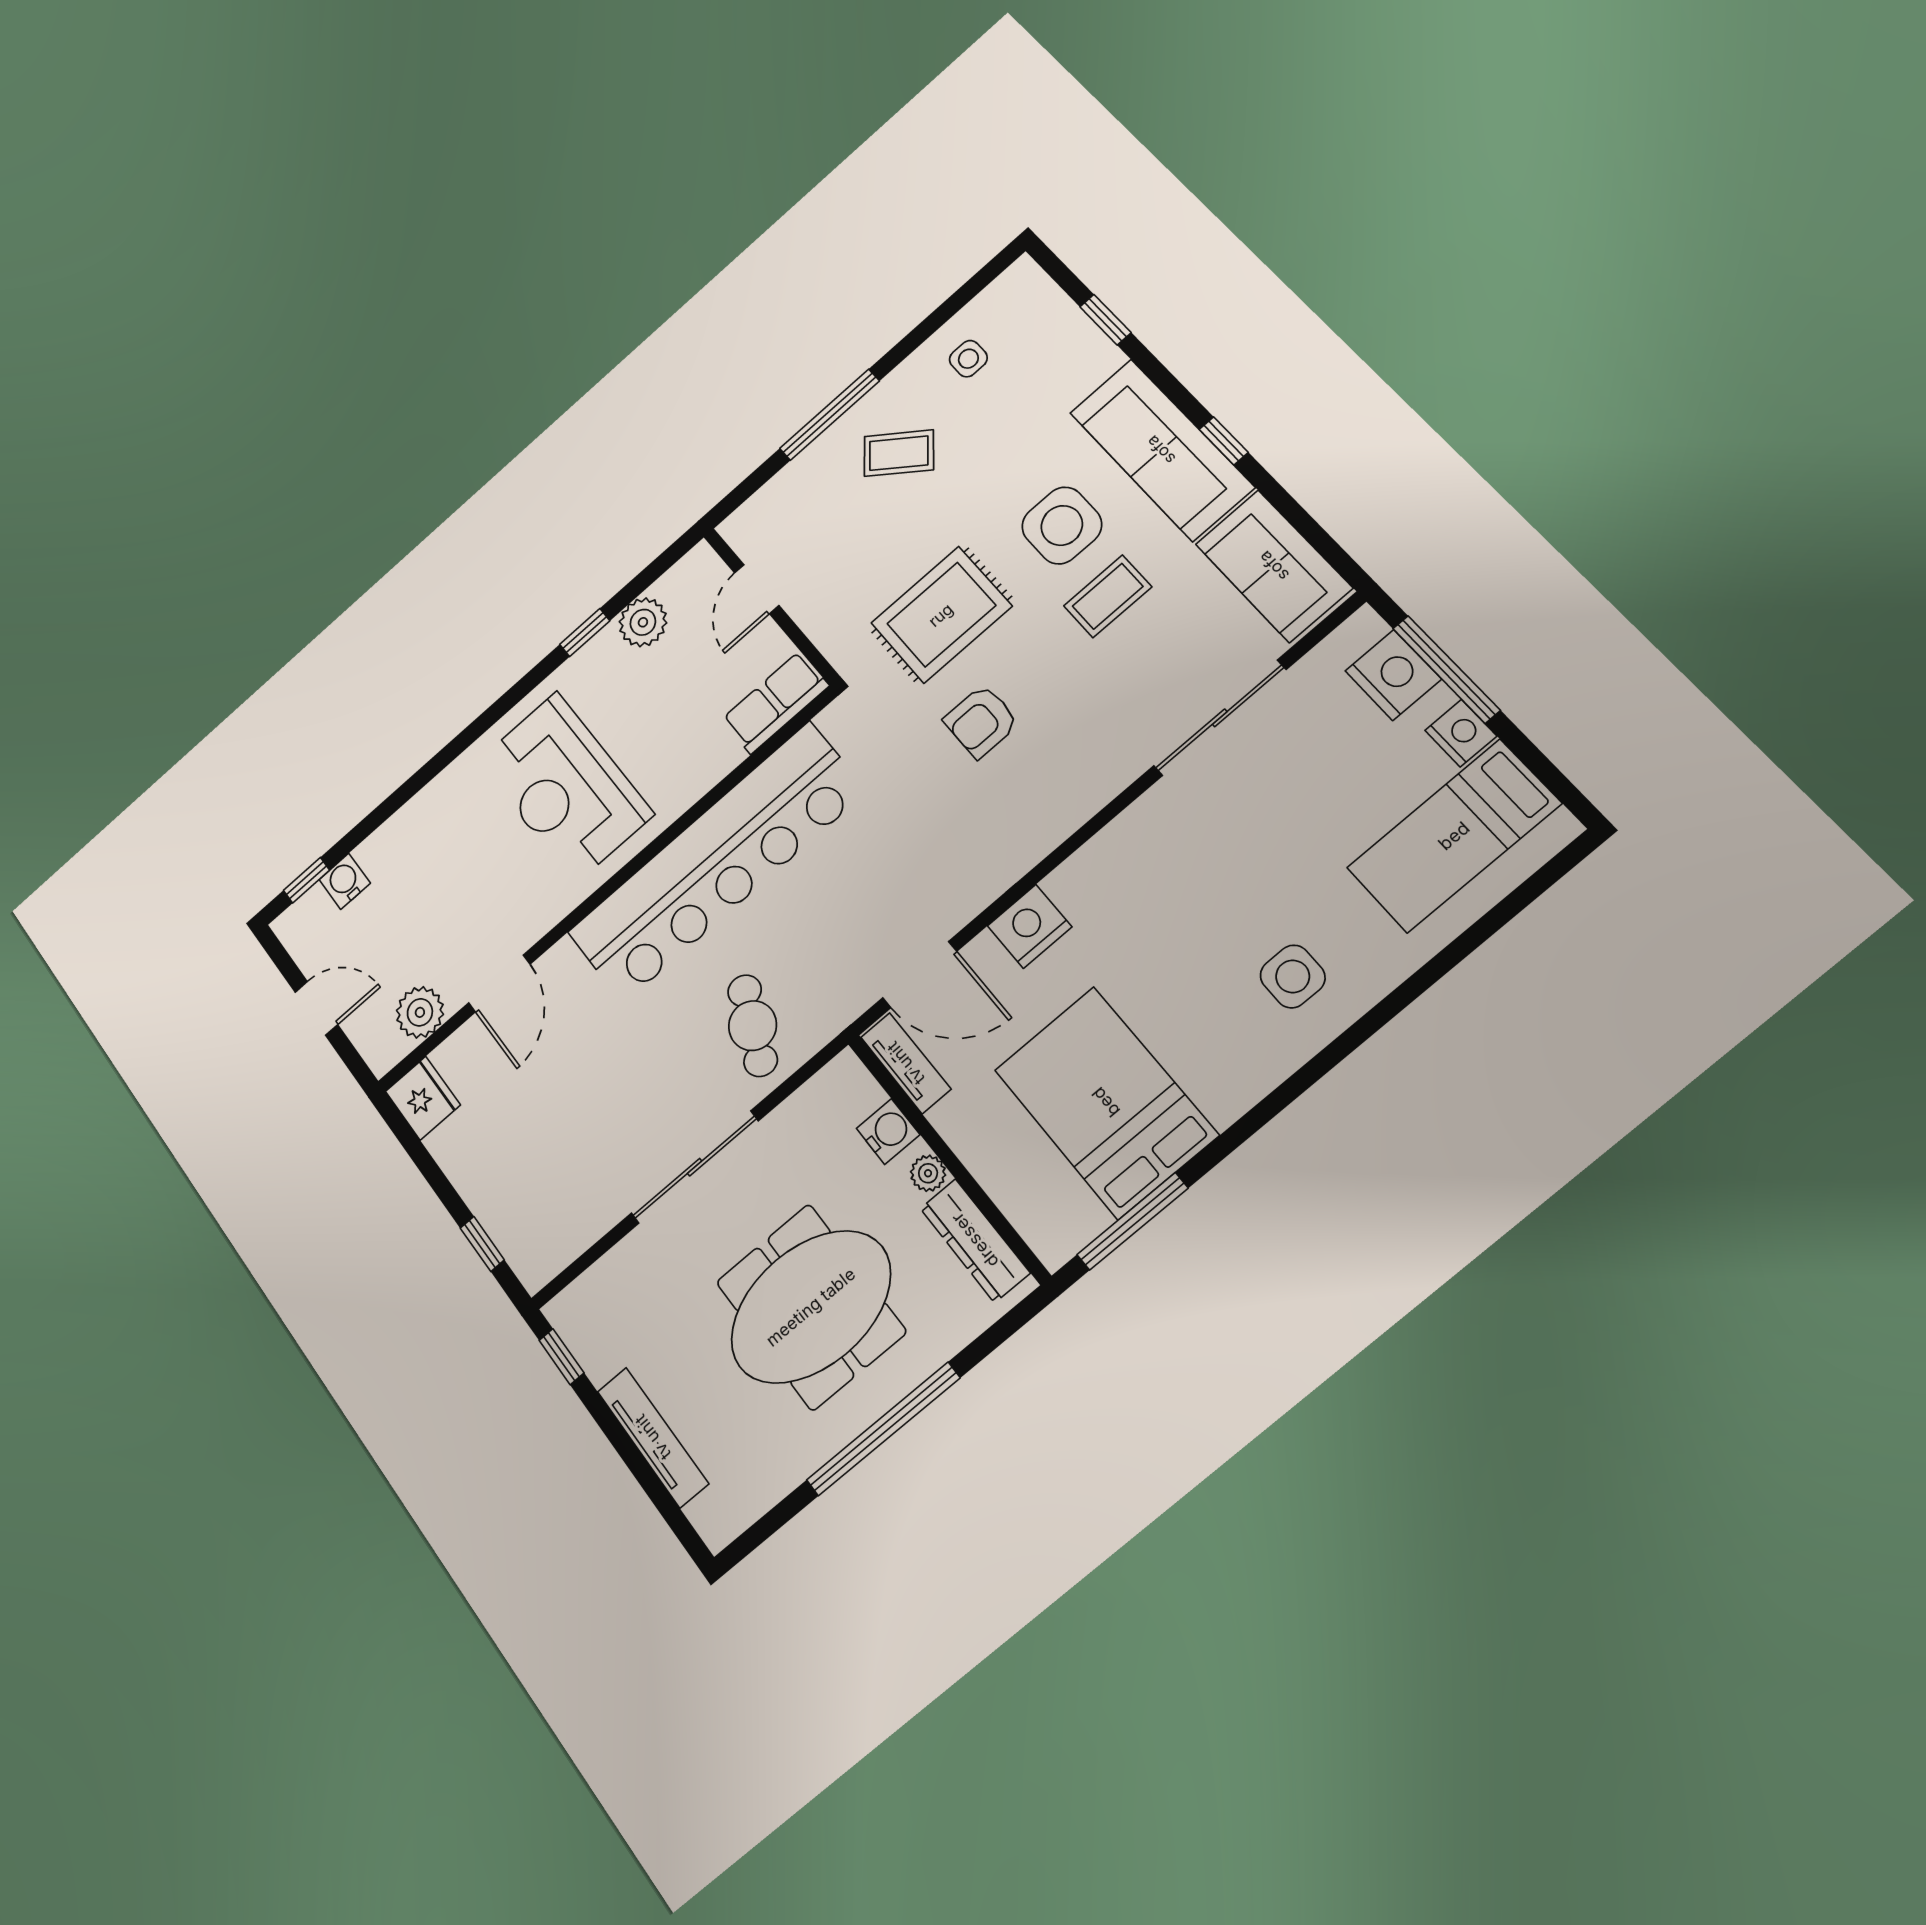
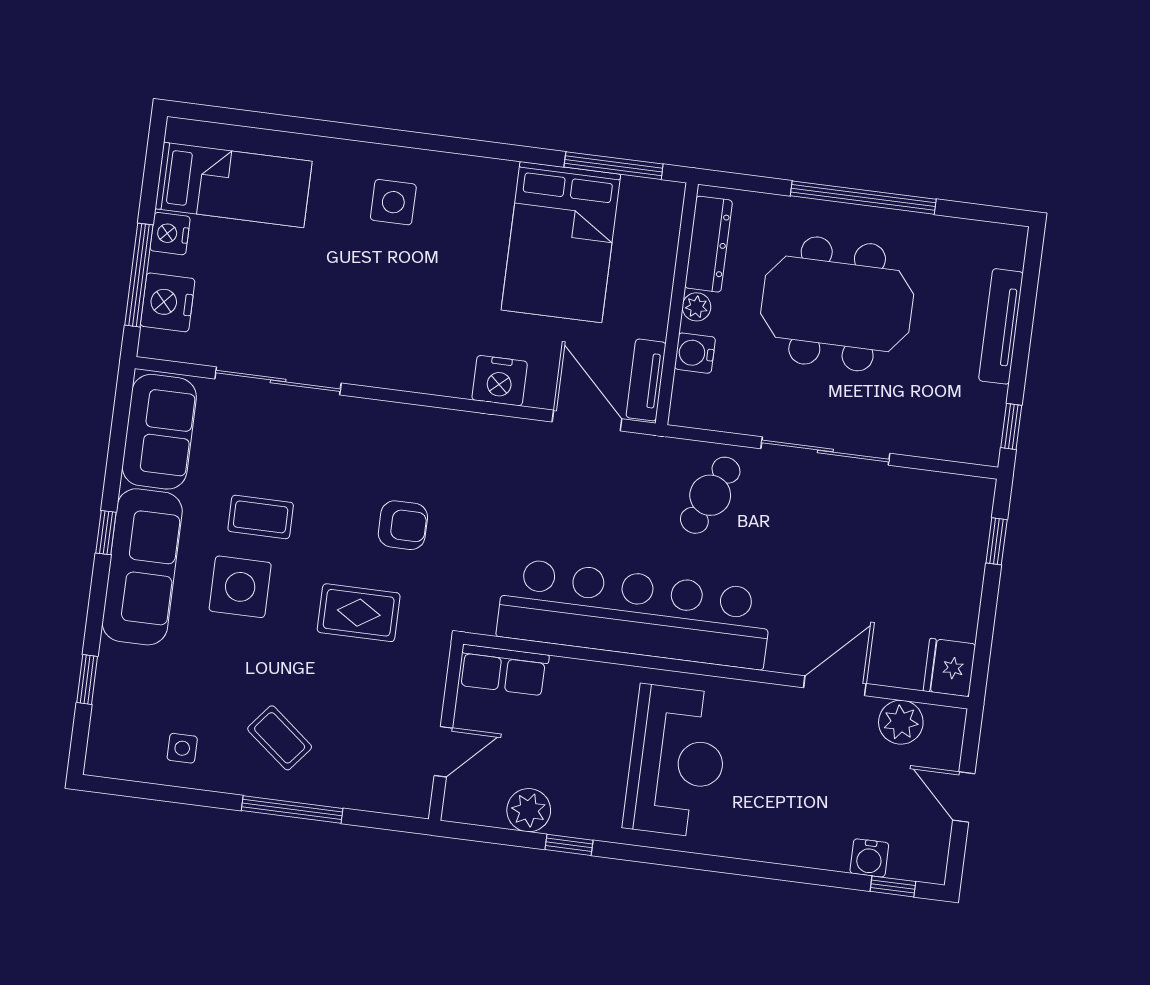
rug: (941, 615) -> (359, 613), width x0.73, depth x0.70

